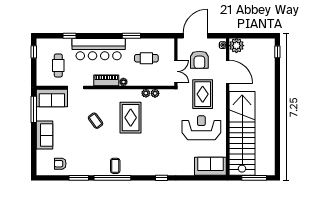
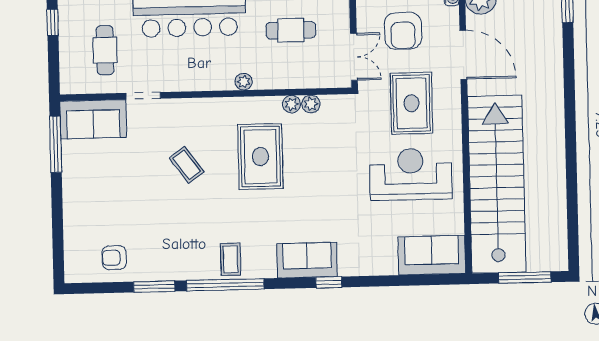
piano: (106, 80) -> (207, 79), removed
sofa: (44, 135) -> (307, 260), moved, turned -90

